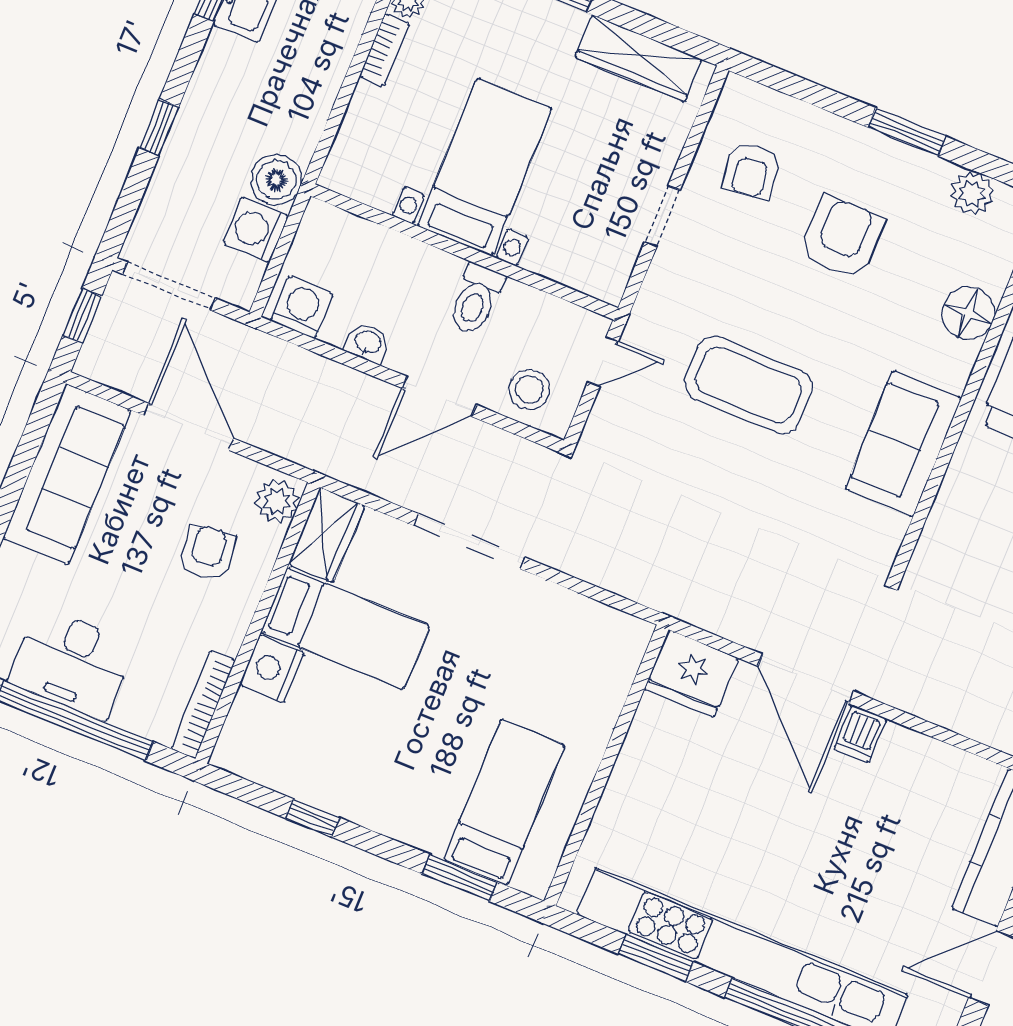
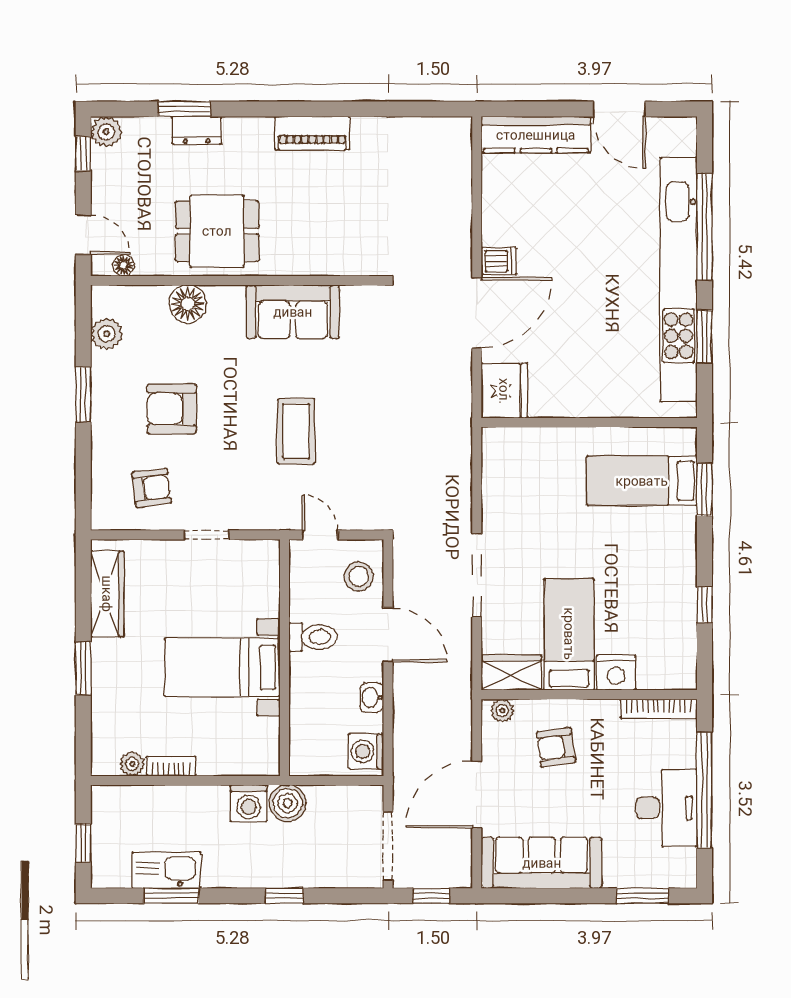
washing machine: (256, 230) -> (249, 803), moved
coffee table: (748, 385) -> (296, 431), width x0.73, depth x0.76
plant: (277, 501) -> (502, 711), width x0.73, depth x0.73

